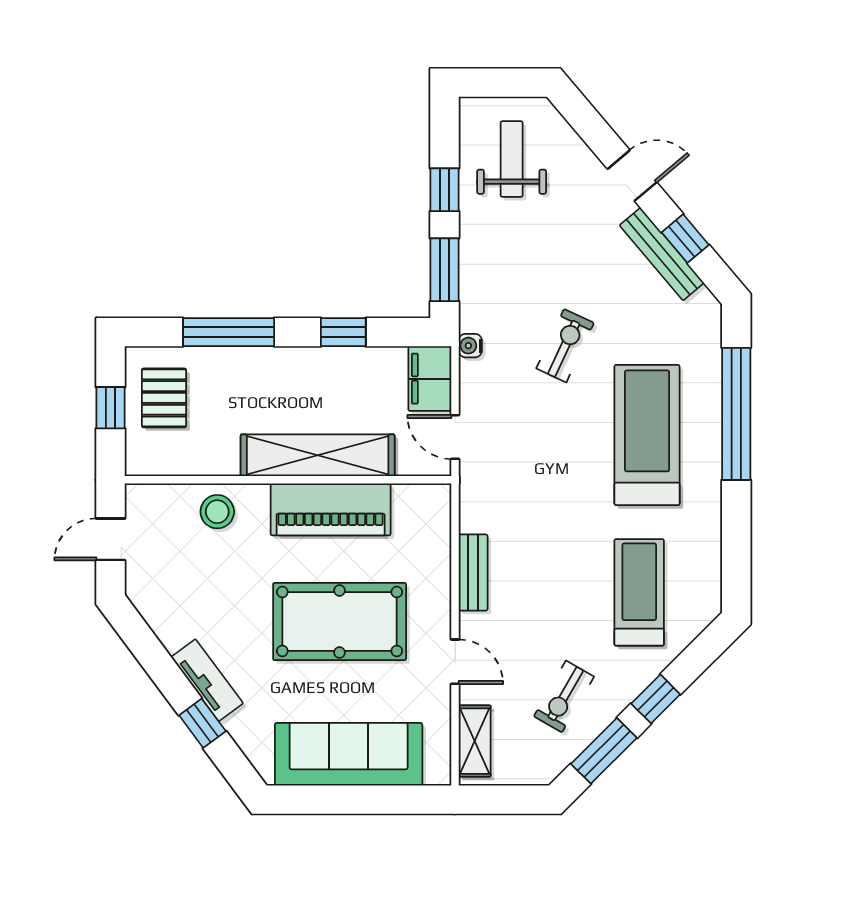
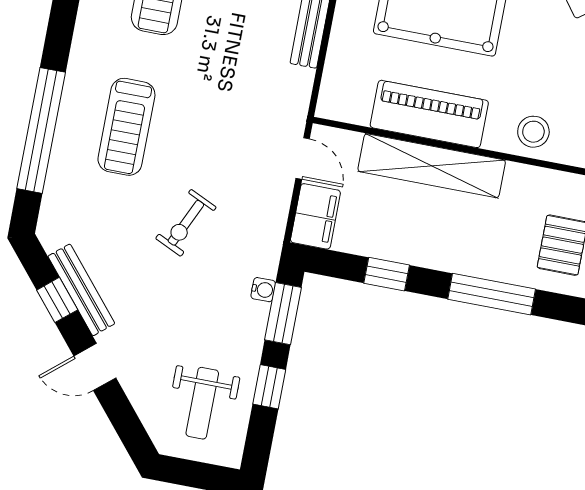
water cooler: (470, 346) -> (263, 290), moved
treadmill: (647, 435) -> (126, 127), width x0.73, depth x0.73

